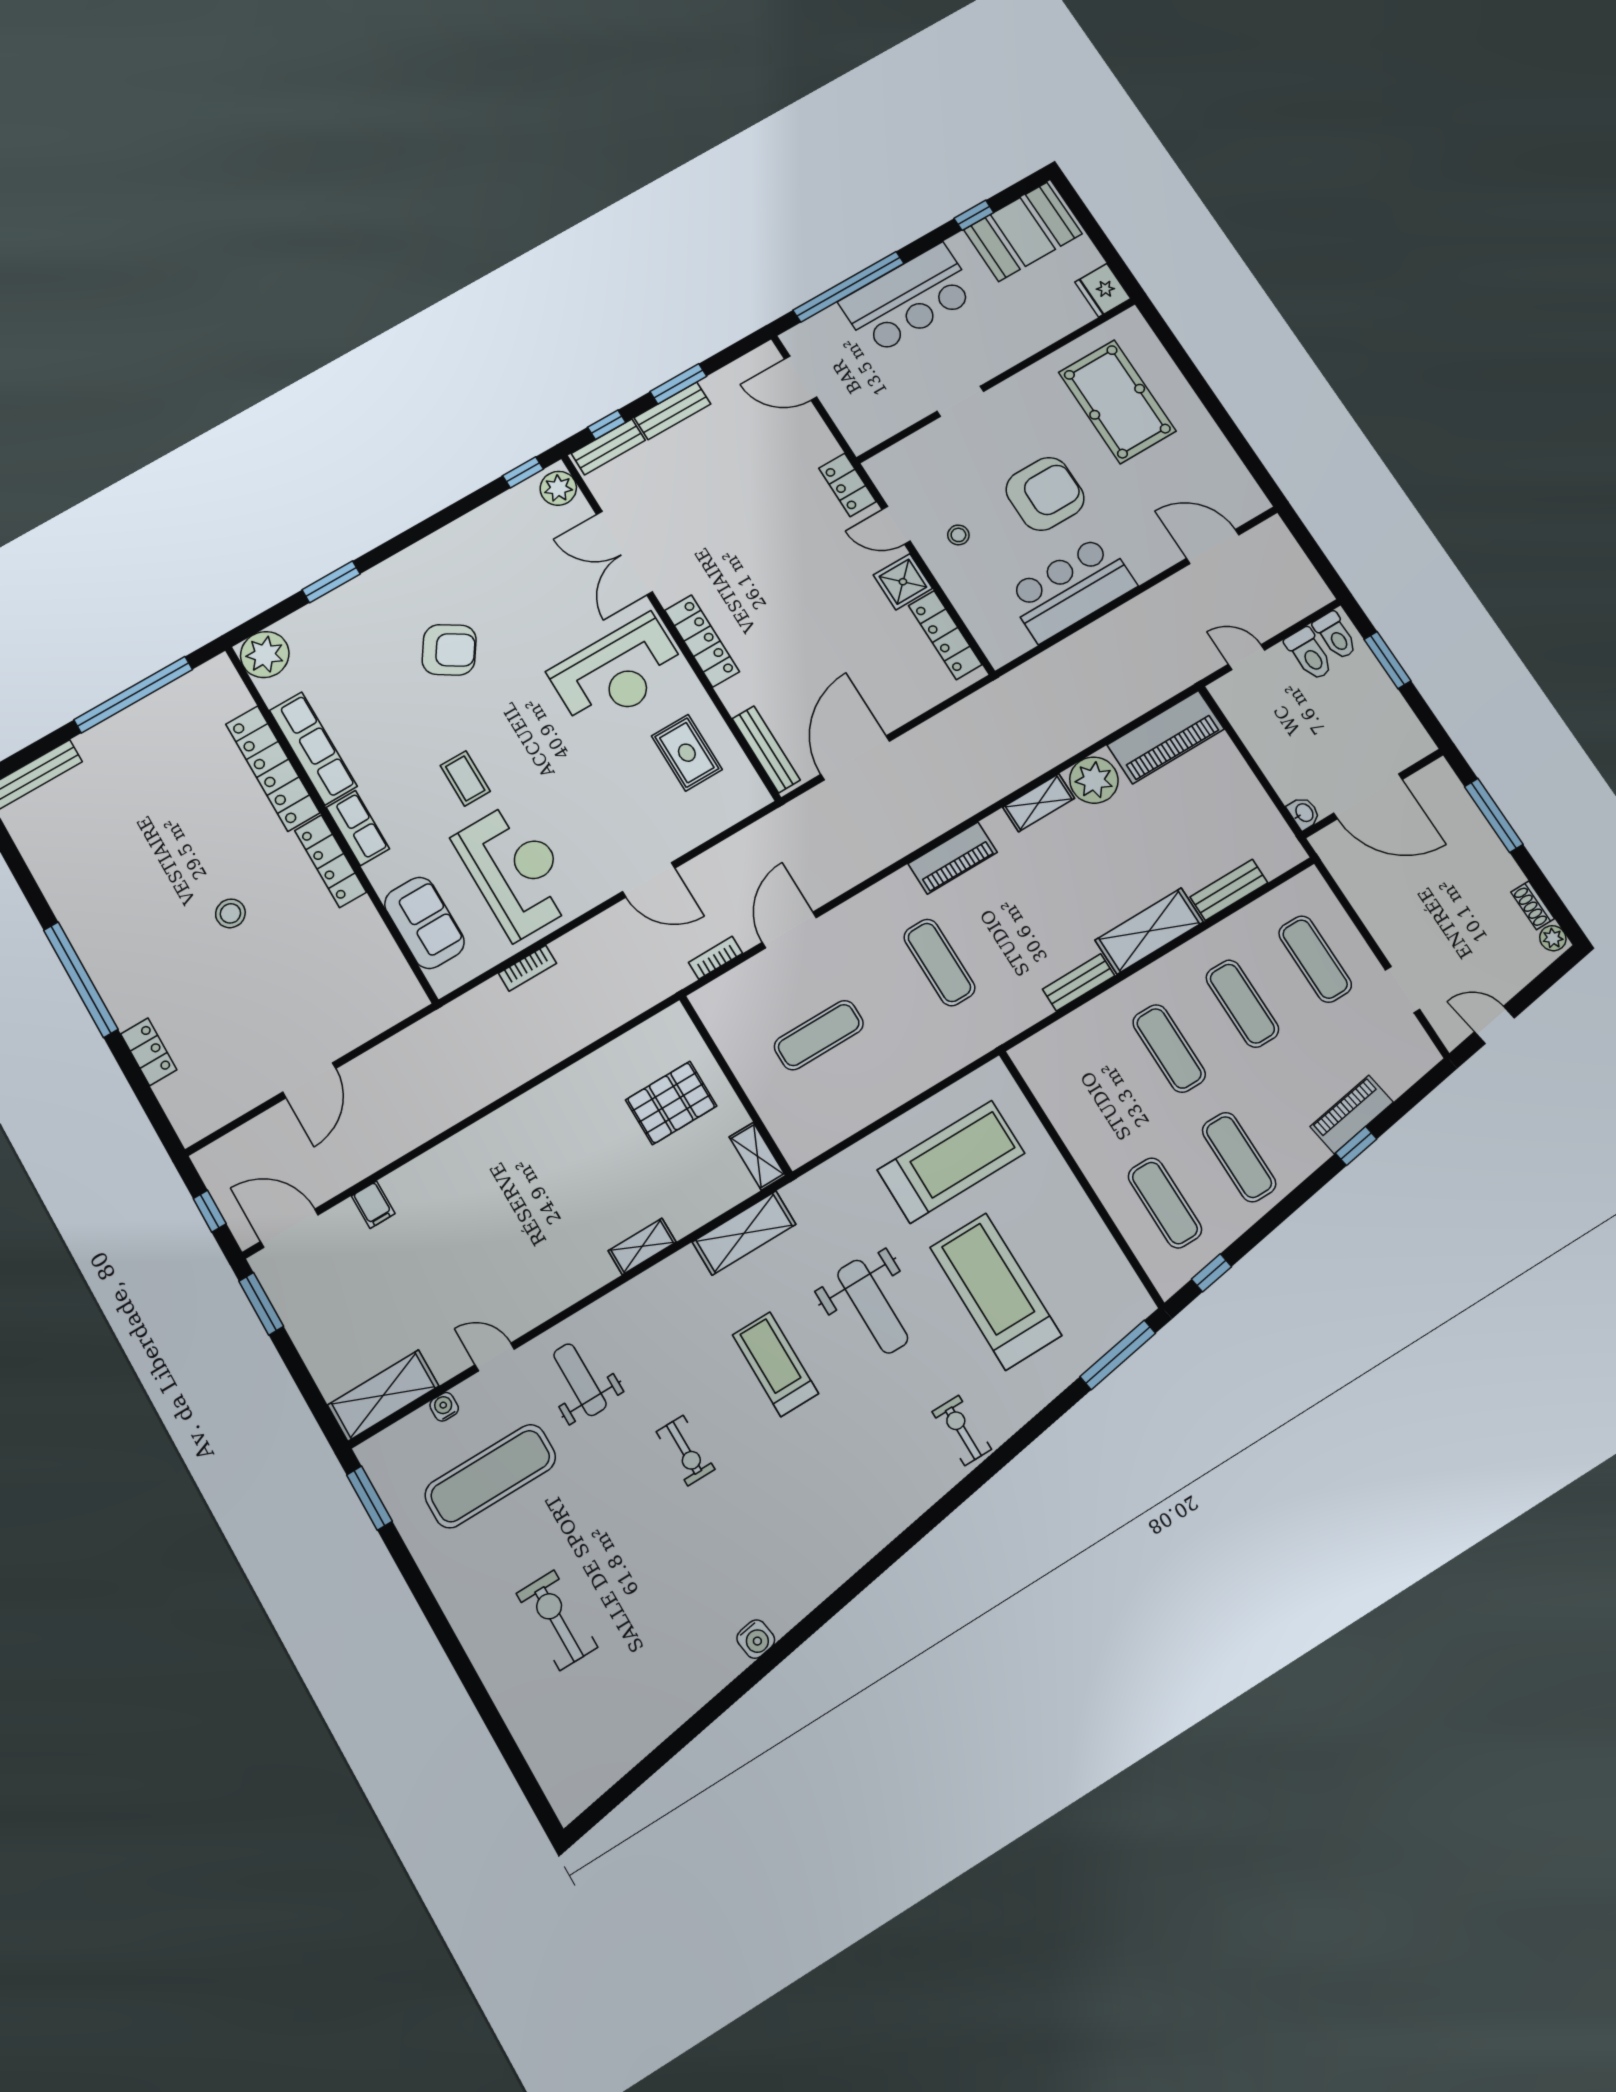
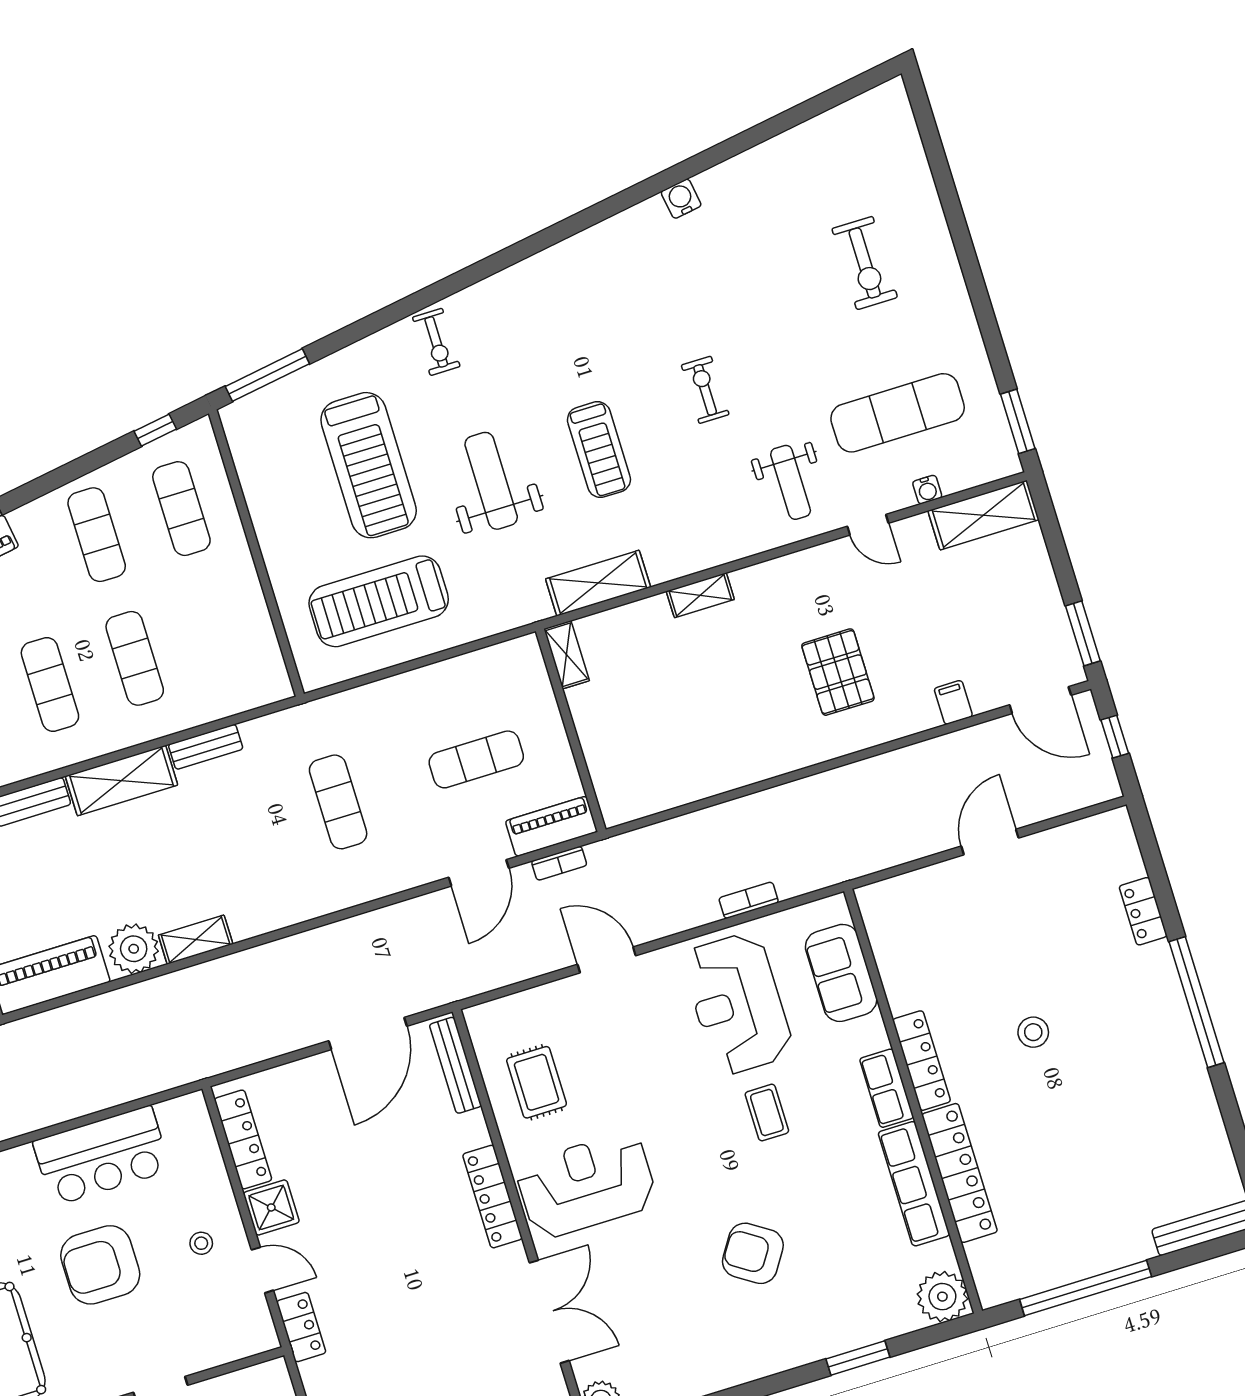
piano: (953, 858) -> (551, 826), moved
pallet: (671, 1103) -> (838, 672), moved, turned 90

